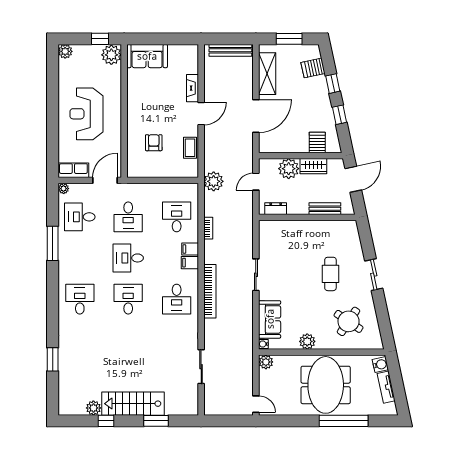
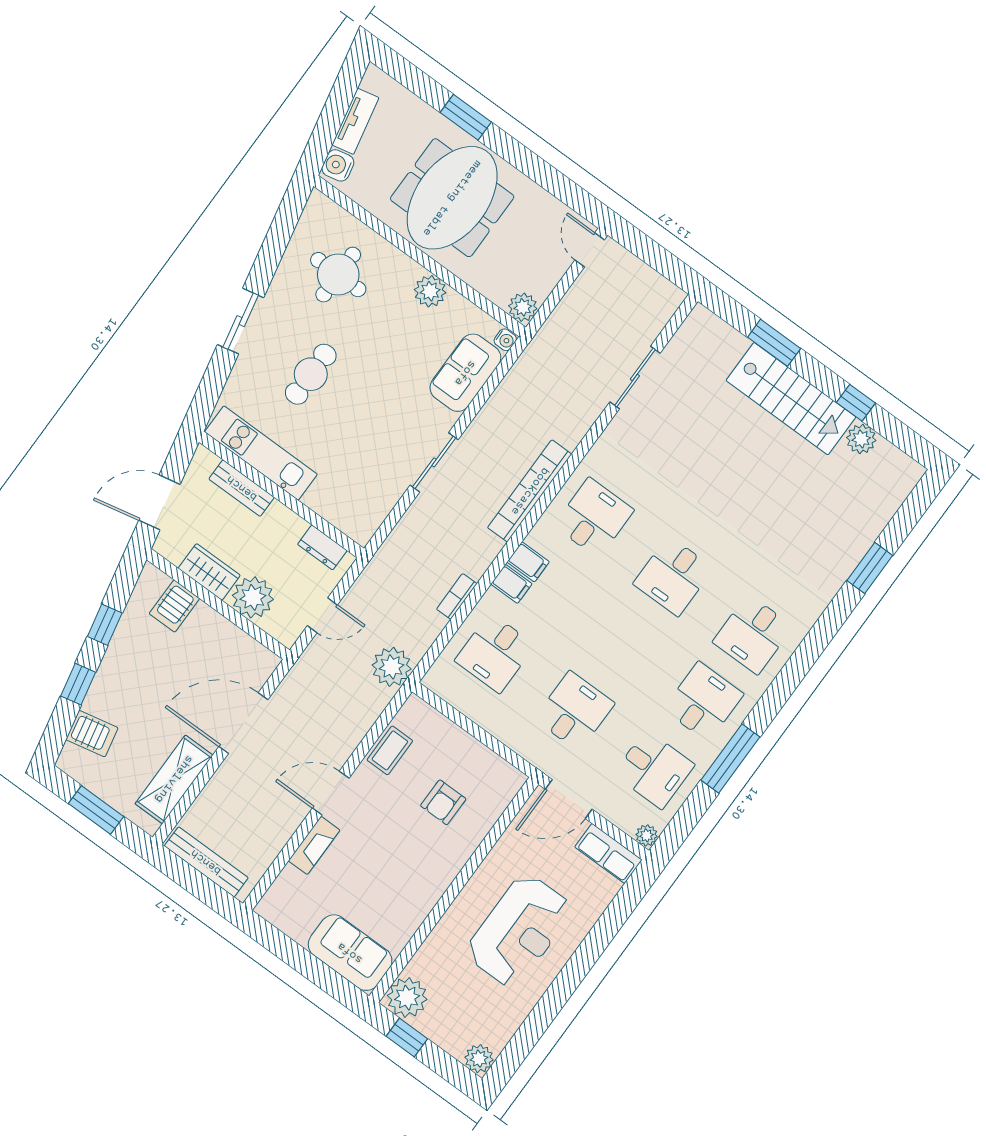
kitchen unit: (327, 228) -> (261, 453), added
desk: (128, 258) -> (703, 702), moved, turned -90
round table: (349, 321) -> (338, 275), turned -34
window: (344, 421) -> (466, 117), width x0.47

